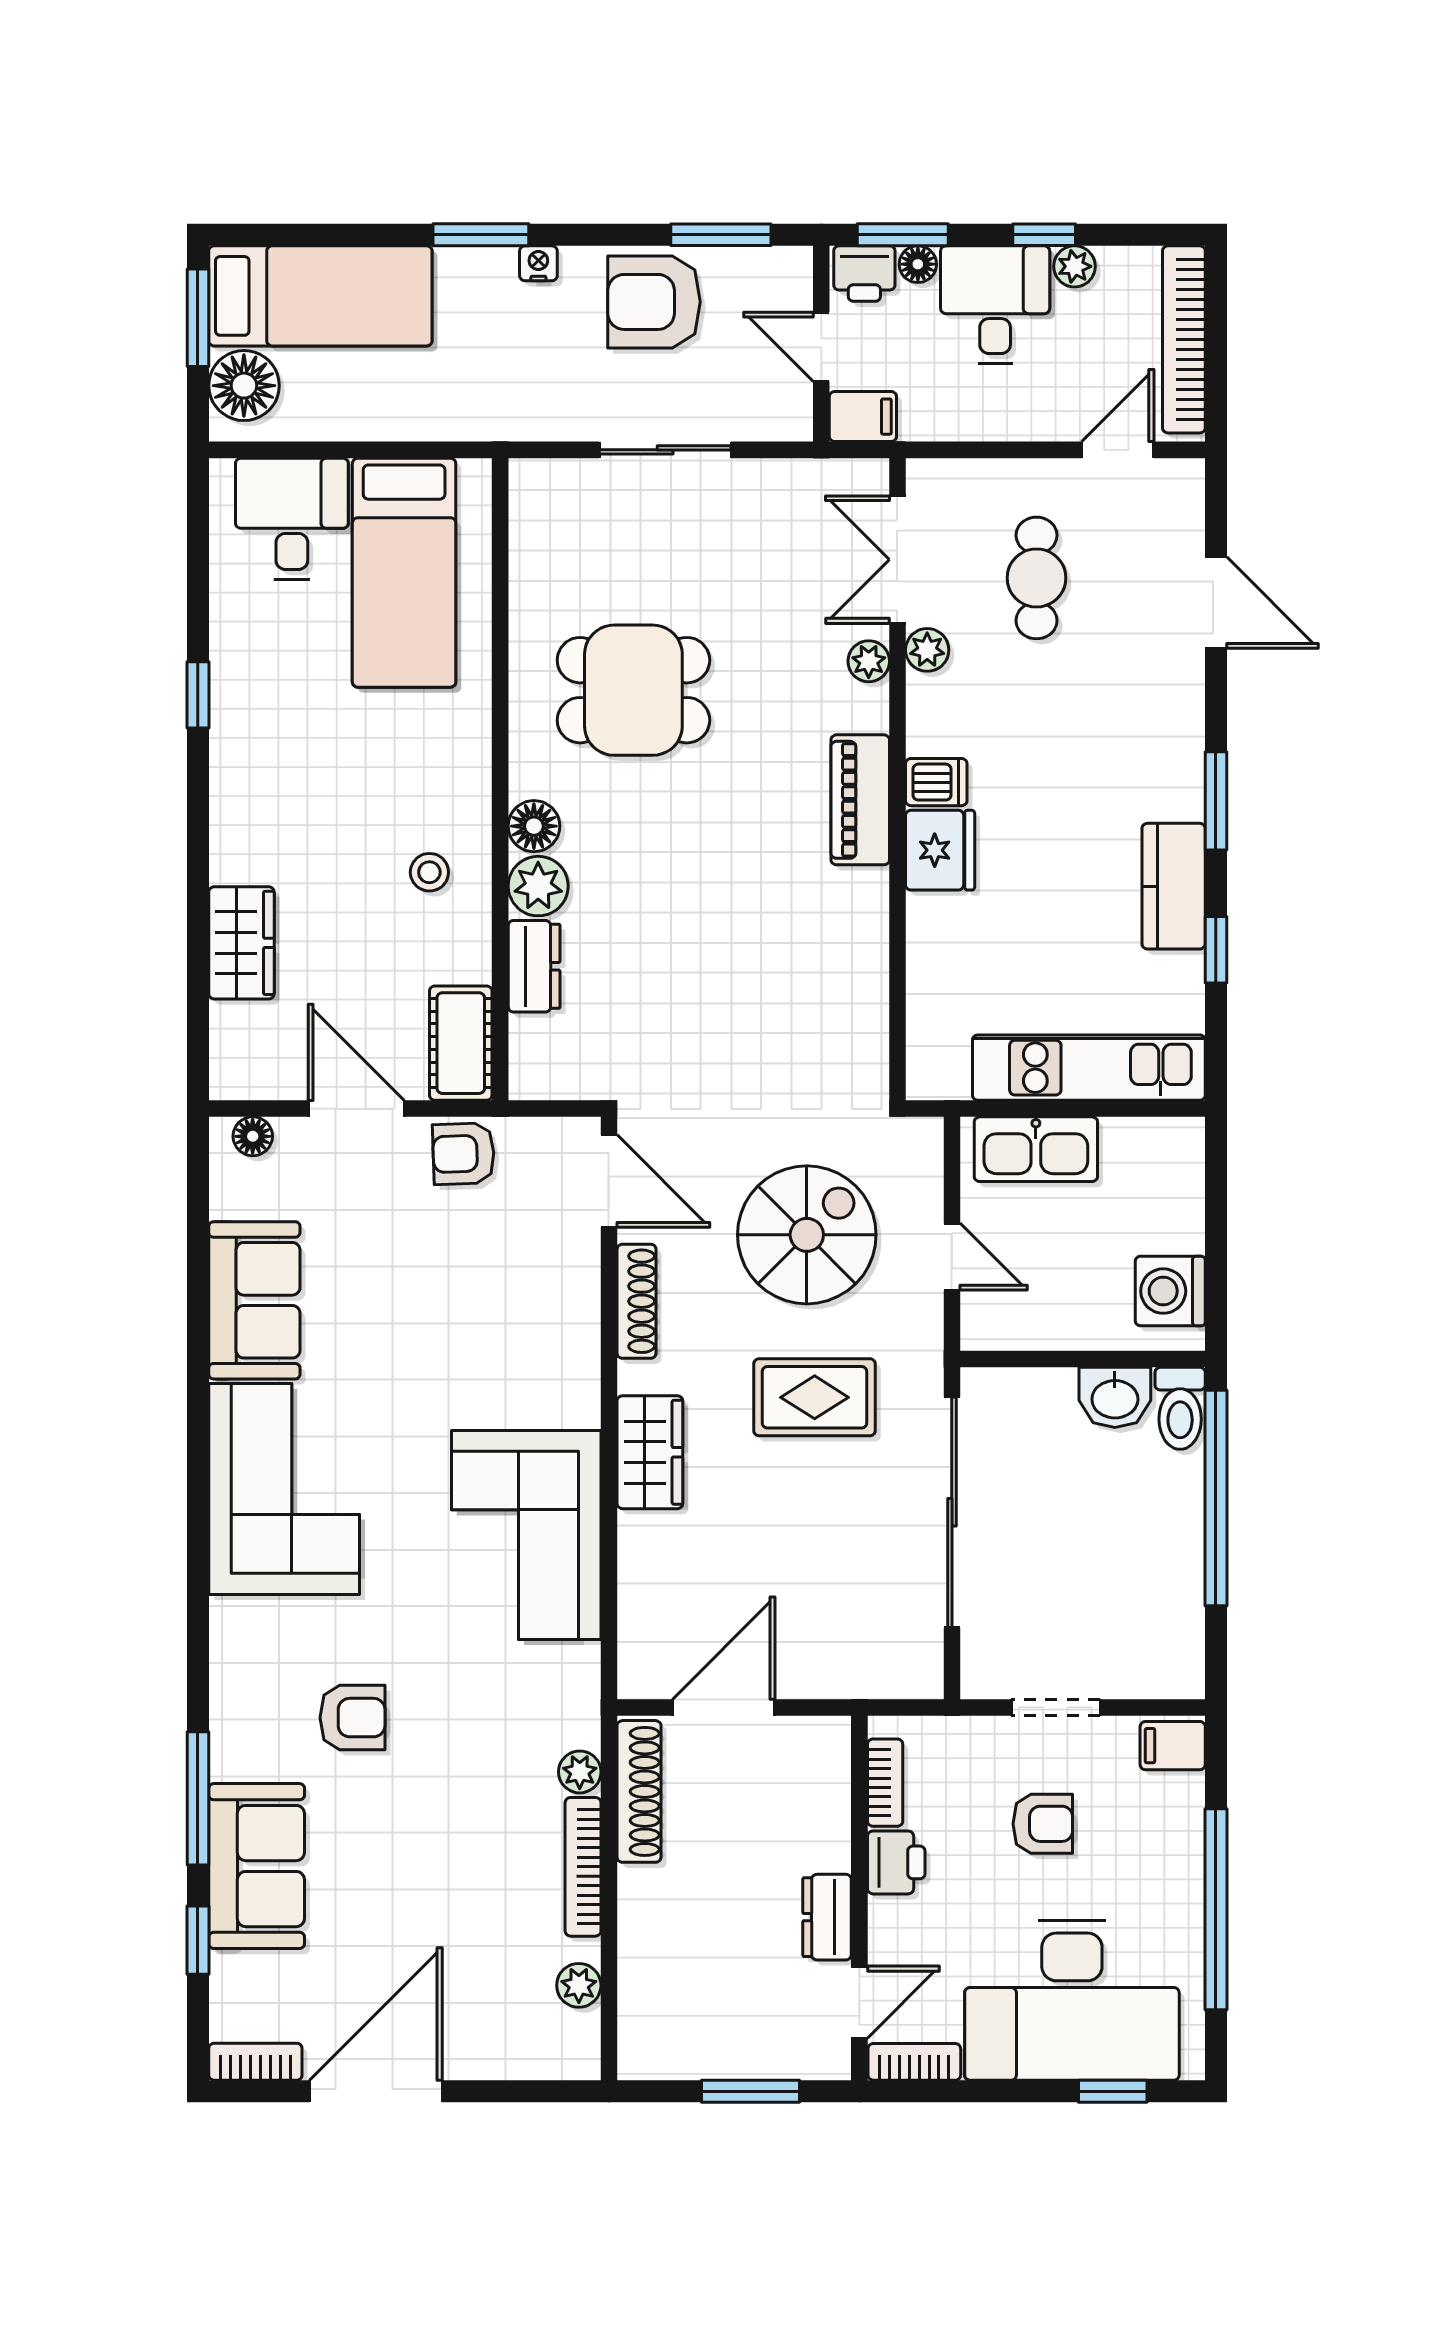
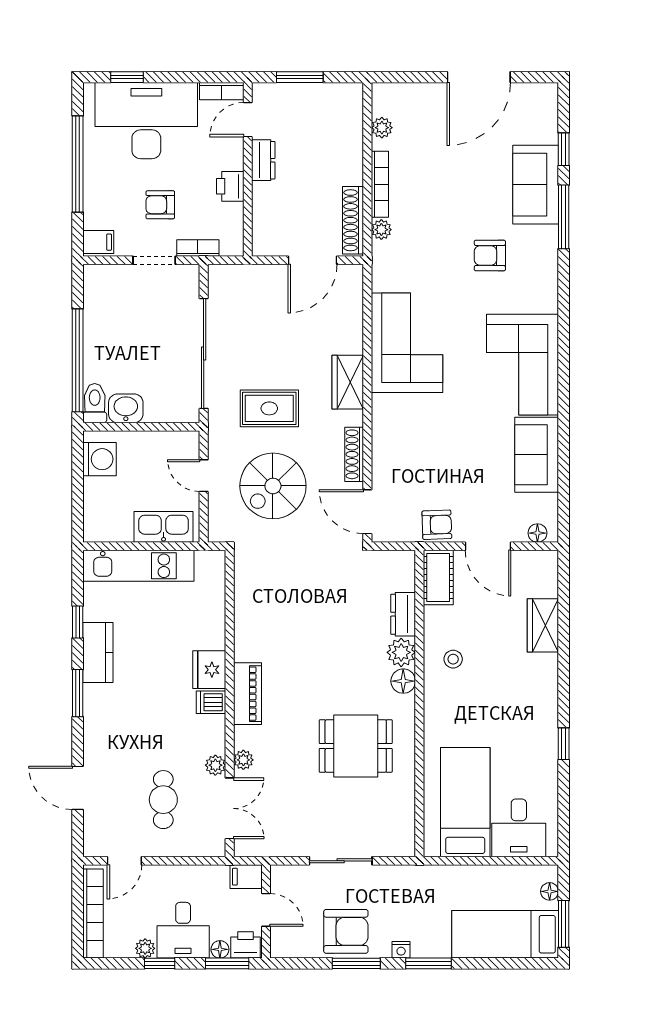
window: (721, 235) -> (356, 963), moved
floor lamp: (244, 386) -> (550, 891), width x0.53, depth x0.53
bookcase: (885, 1783) -> (198, 248), moved, turned 90
bookcase: (255, 2062) -> (536, 91), removed

